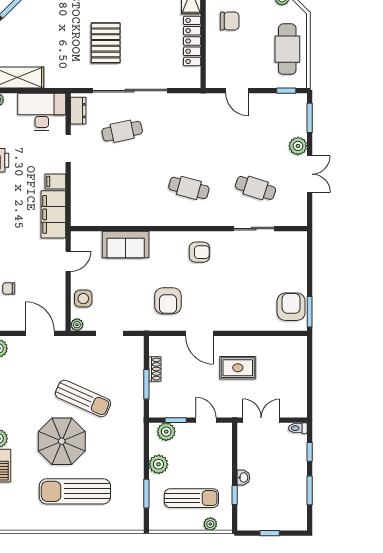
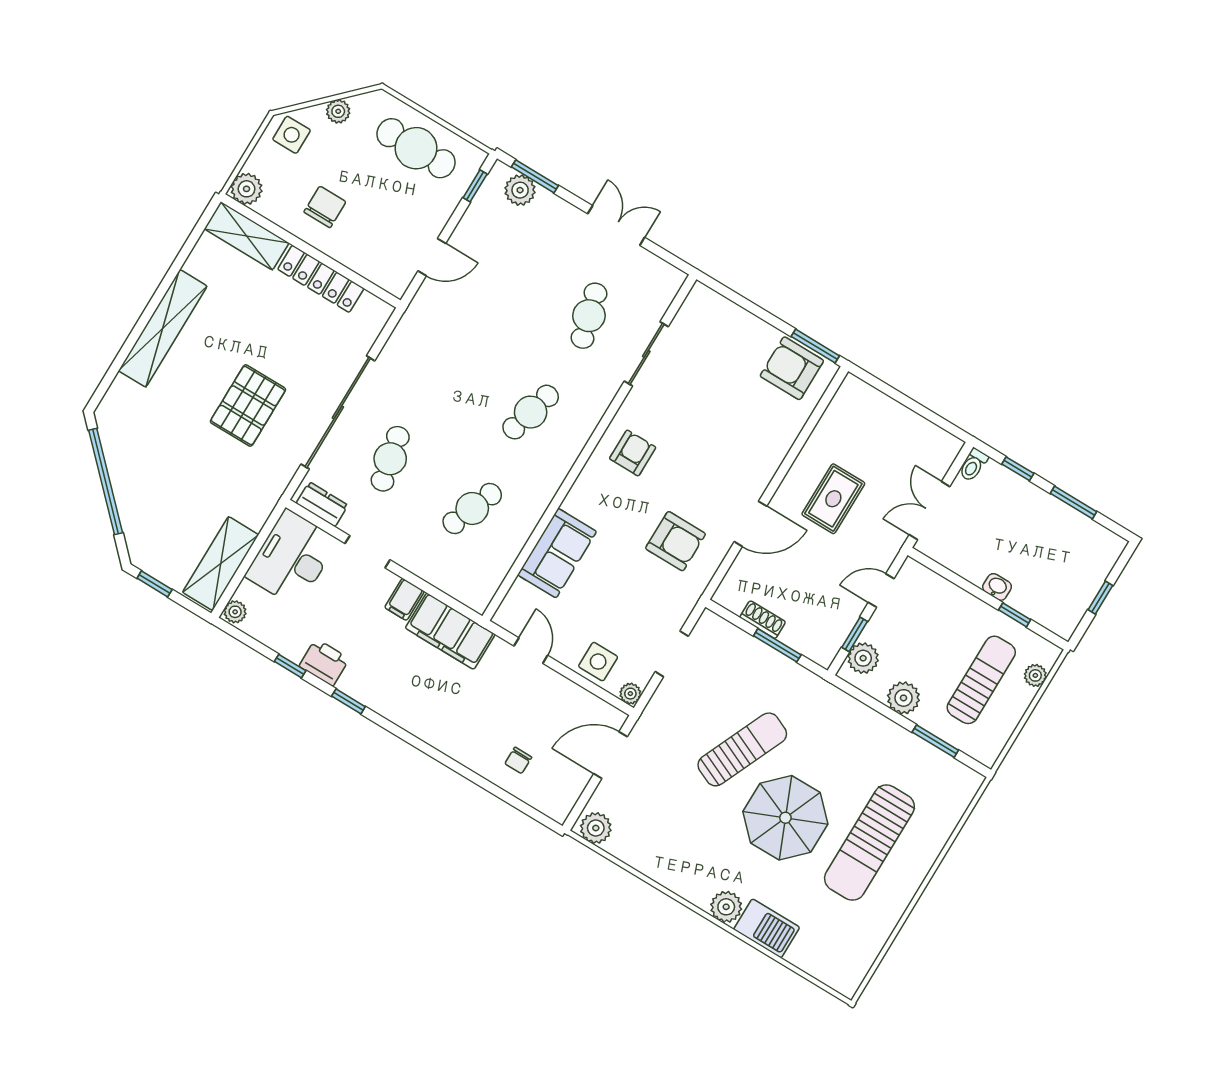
pallet: (106, 43) -> (248, 405), turned 90
plant: (298, 146) -> (520, 190), moved
cafe table: (122, 188) -> (472, 508), added
cafe table: (256, 188) -> (589, 316), turned -33

